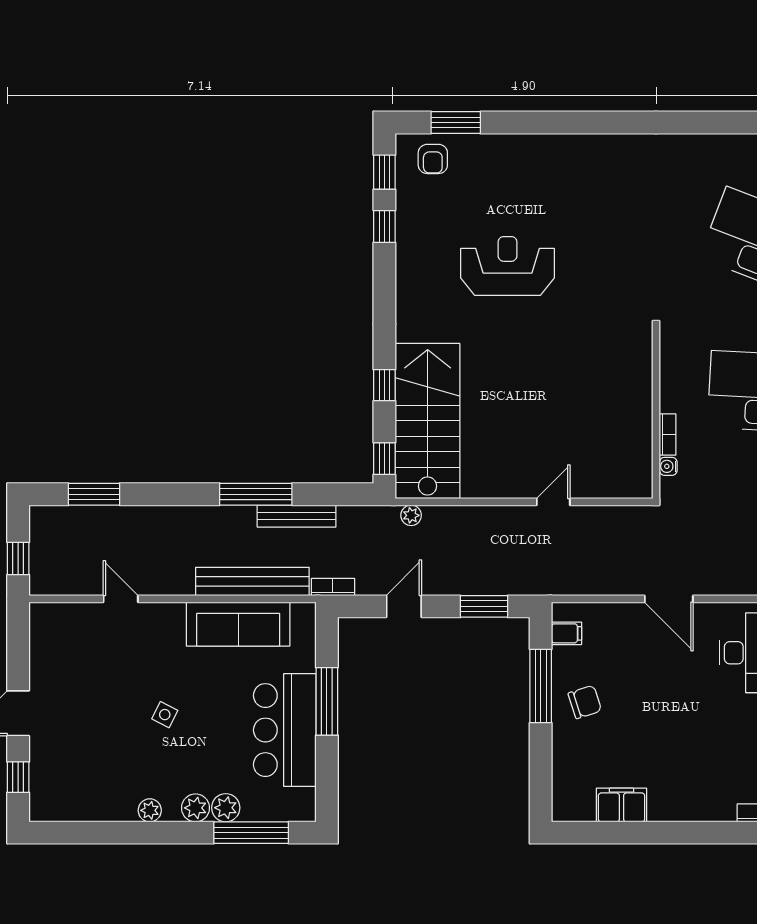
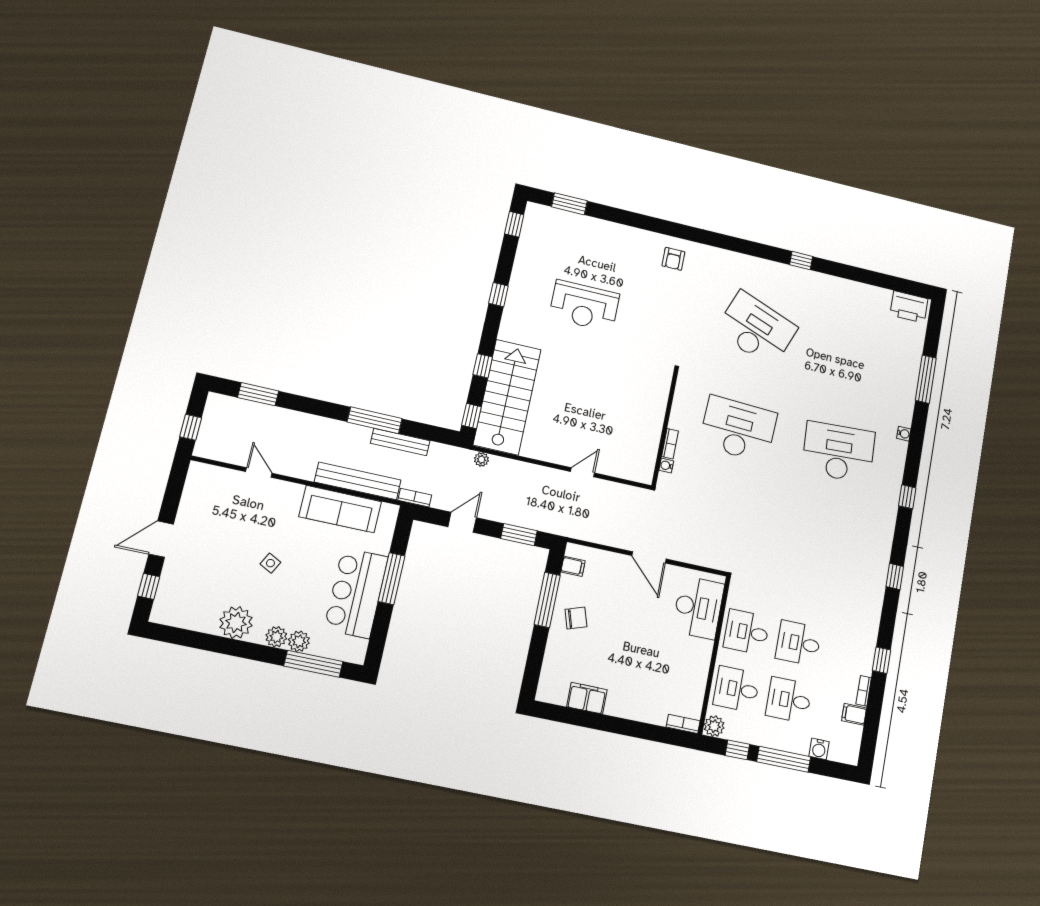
armchair: (433, 159) -> (673, 259), moved
window: (384, 227) -> (499, 295), moved
reception desk: (508, 266) -> (584, 306), turned 180
plant: (150, 810) -> (236, 623), width x1.88, depth x1.88

